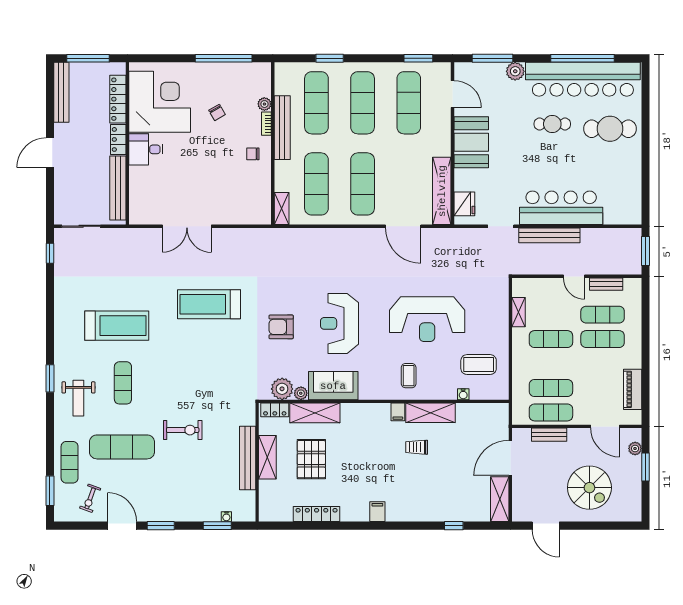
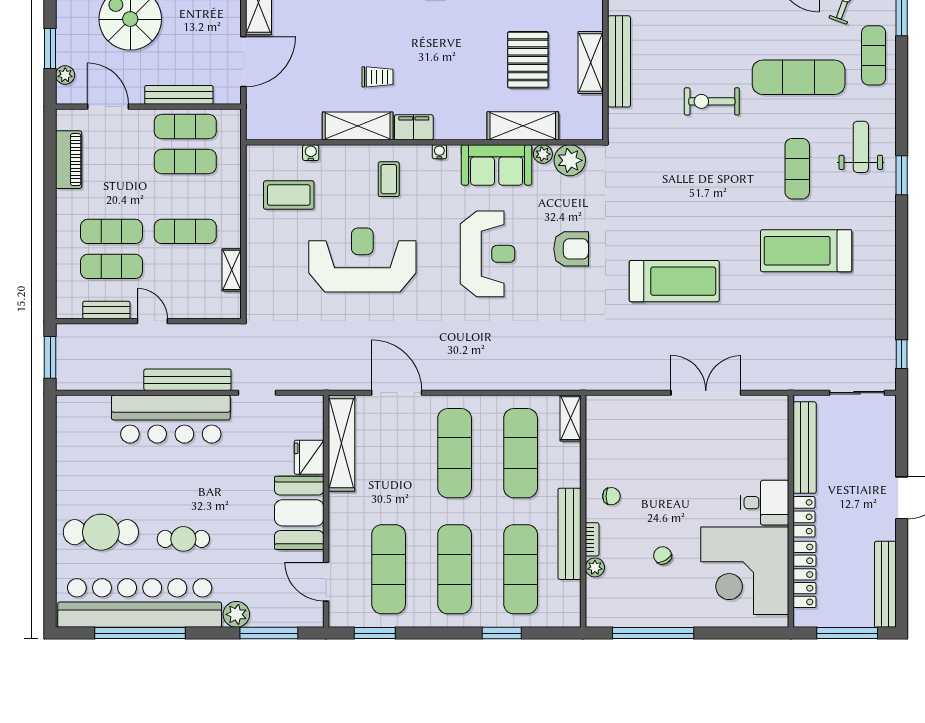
fridge: (464, 204) -> (309, 457), moved
water cooler: (373, 395) -> (439, 152), added
locker: (275, 410) -> (580, 130), removed
filing cabinet: (398, 412) -> (414, 127), width x2.00
bench: (549, 435) -> (179, 95), width x1.36

